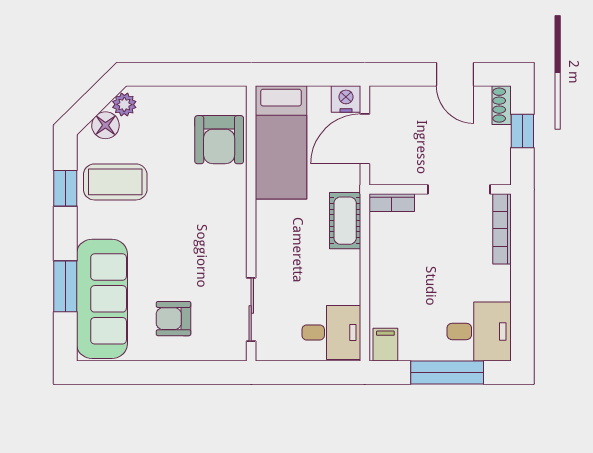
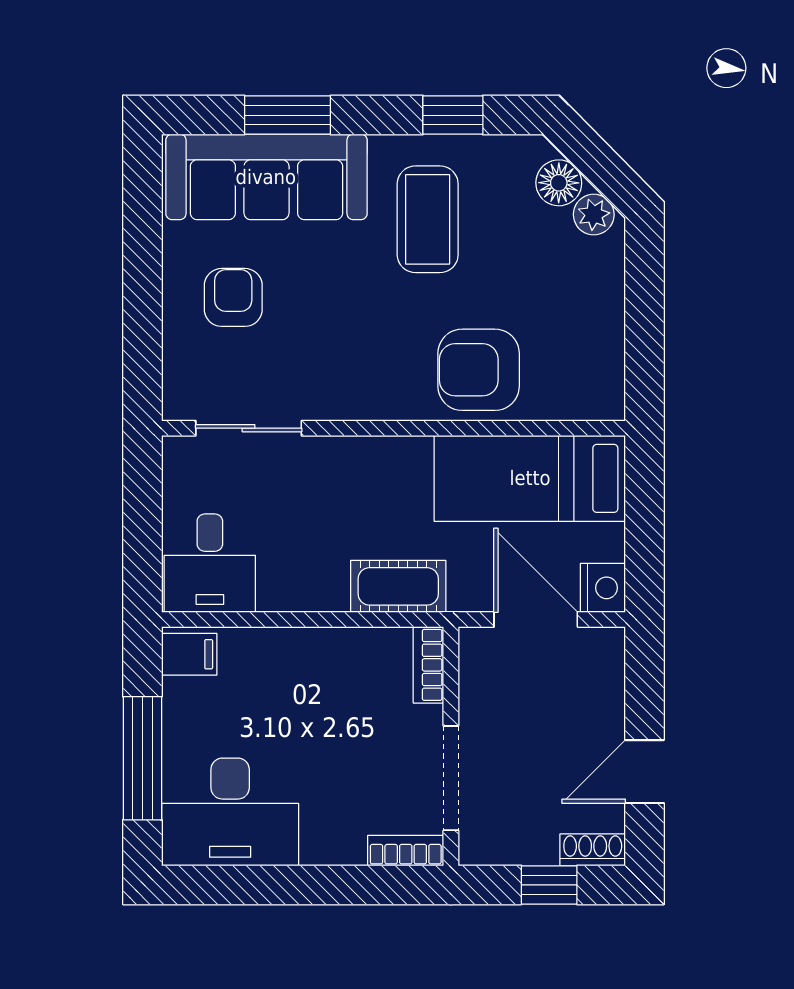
armchair: (219, 140) -> (479, 370), moved
coffee table: (115, 182) -> (428, 219), moved
bookcase: (502, 229) -> (406, 851), width x0.64
desk: (479, 331) -> (230, 812), width x1.37

